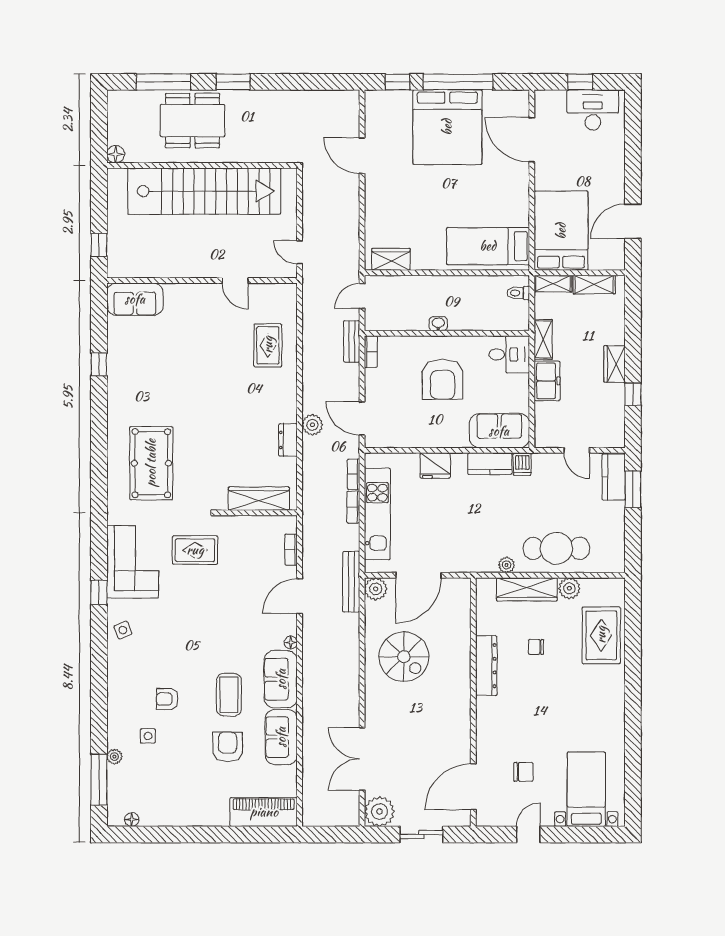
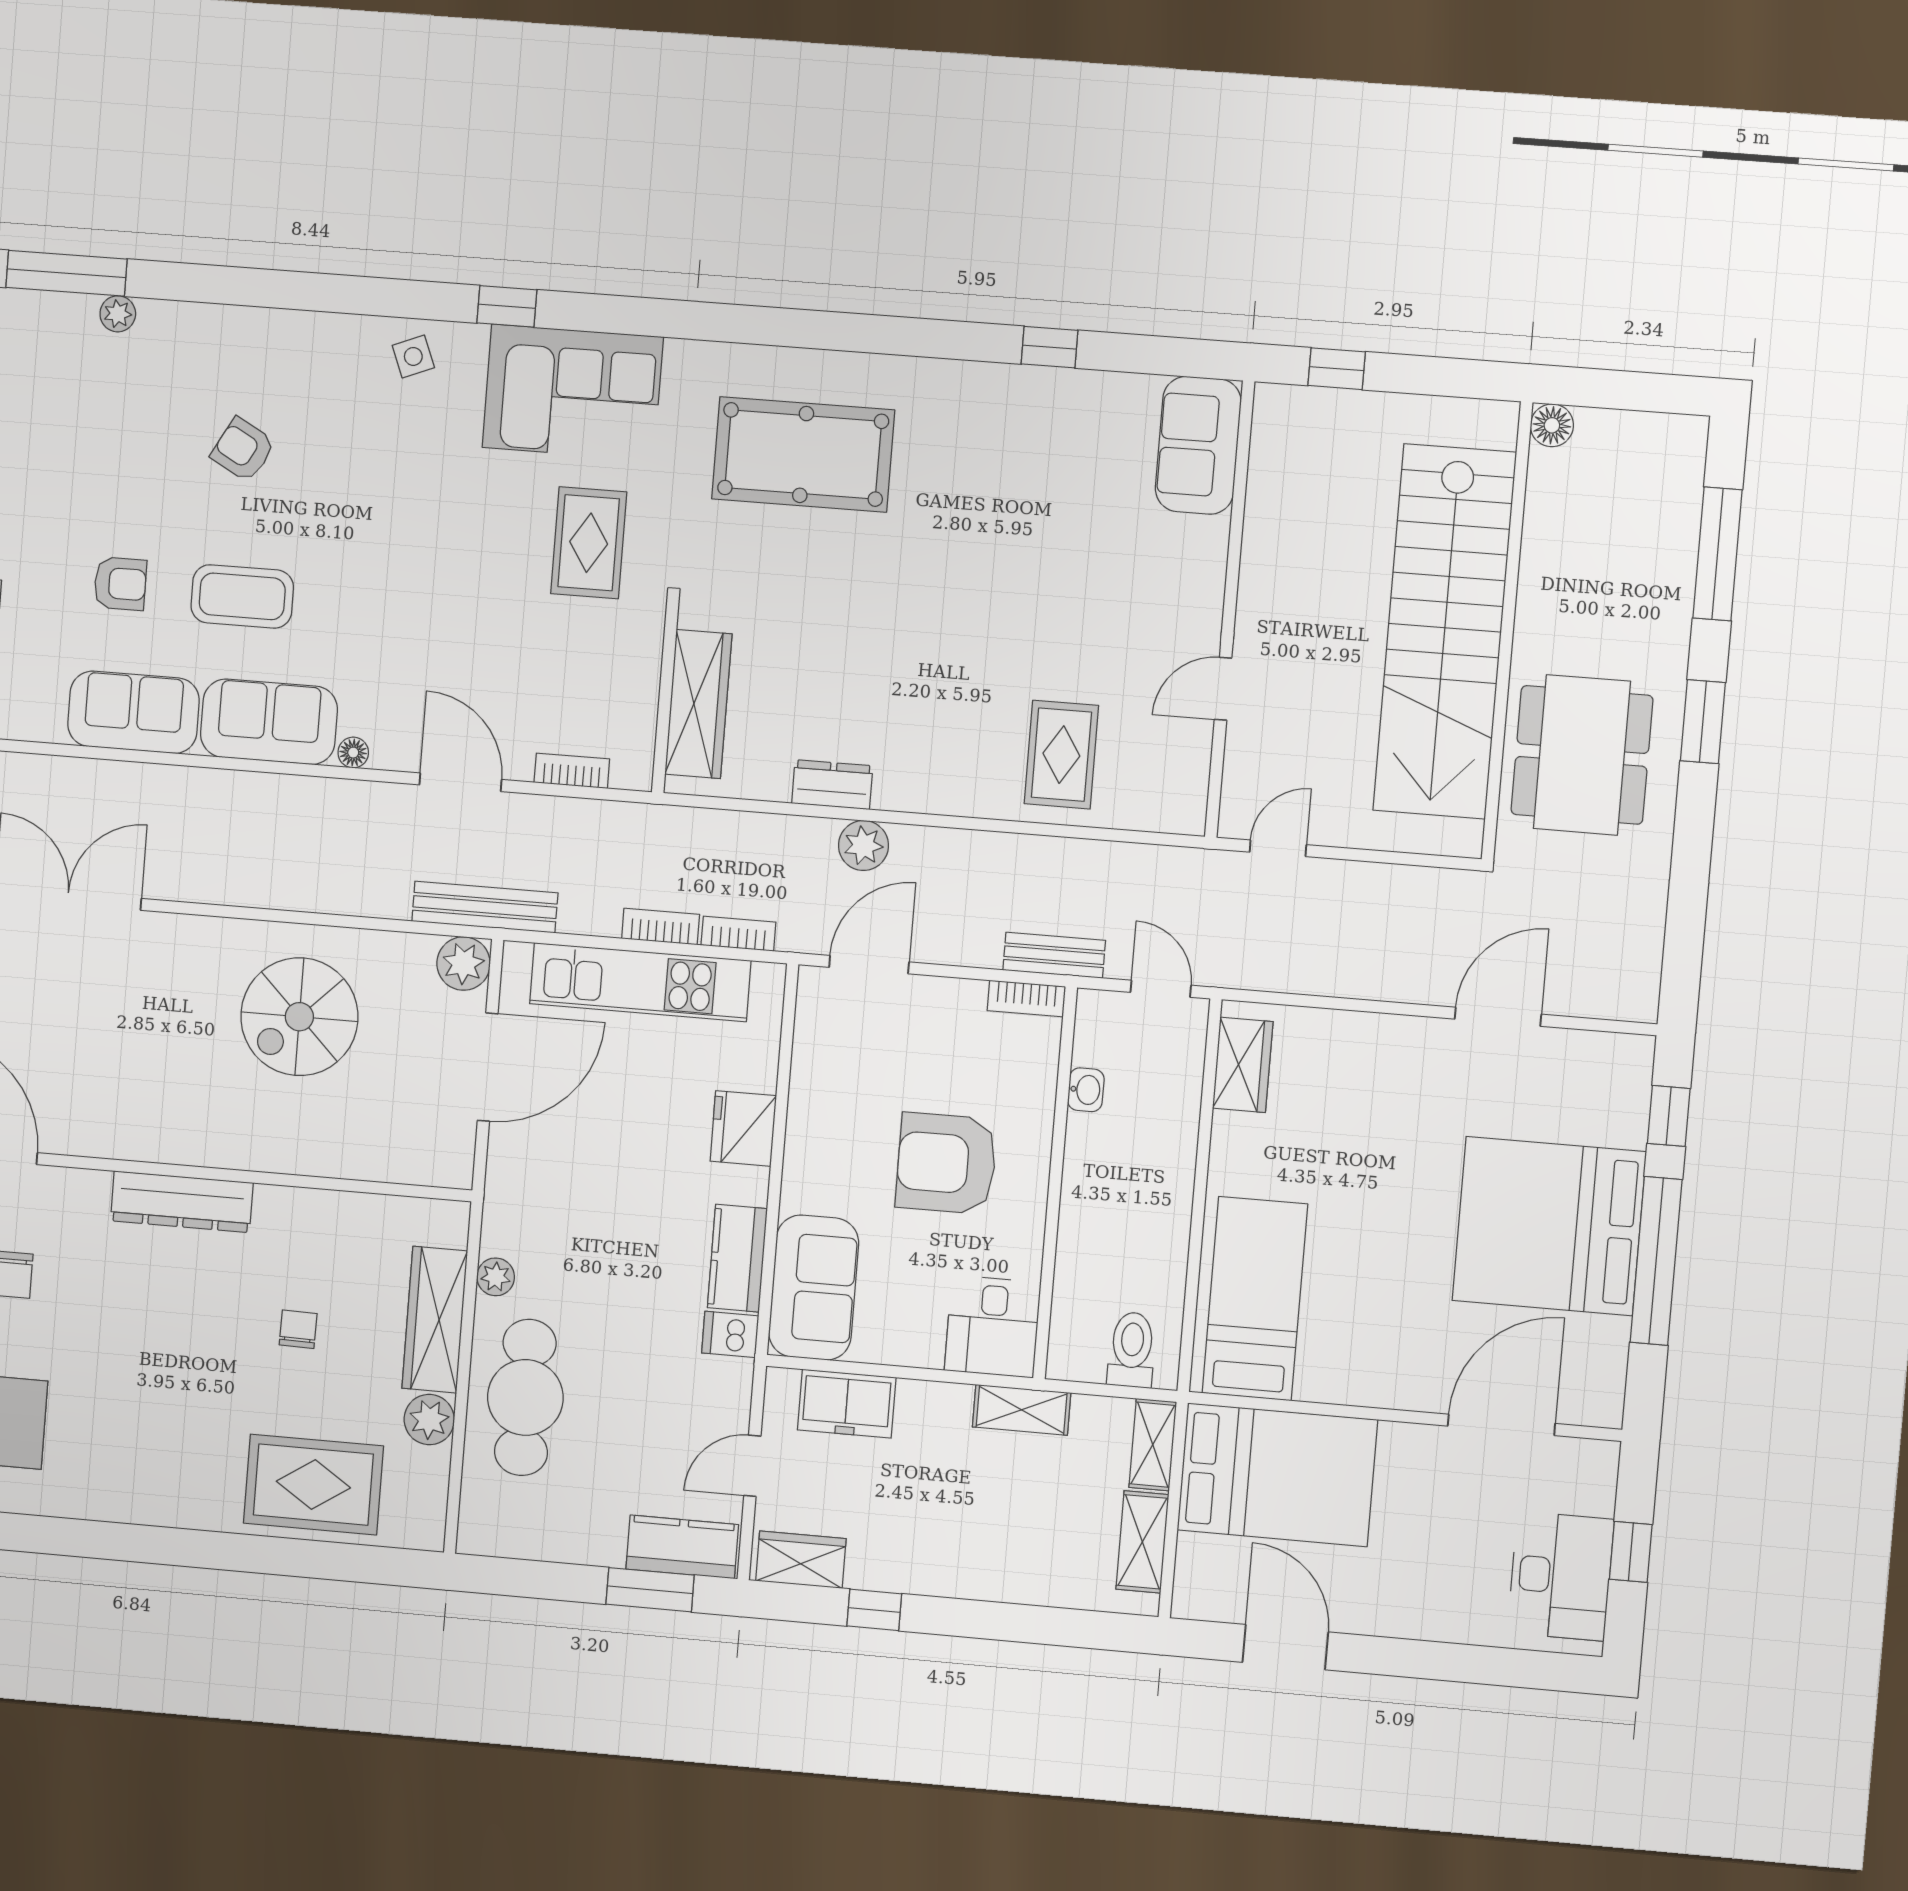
dining table: (193, 121) -> (1582, 755), moved
toilet: (518, 293) -> (1132, 1350), width x1.37, depth x1.39
washbasin: (438, 324) -> (1086, 1090), moved
rug: (268, 345) -> (1061, 755), turned 90
wardrobe: (615, 364) -> (801, 1560), moved
freezer: (547, 381) -> (847, 1404), moved
door: (418, 575) -> (488, 1067), swing flipped
dresser: (486, 666) -> (182, 1202), moved
armchair: (167, 699) -> (243, 450), turned -61
side table: (148, 736) -> (160, 397), removed
armchair: (228, 747) -> (120, 584), width x0.72, depth x0.72

